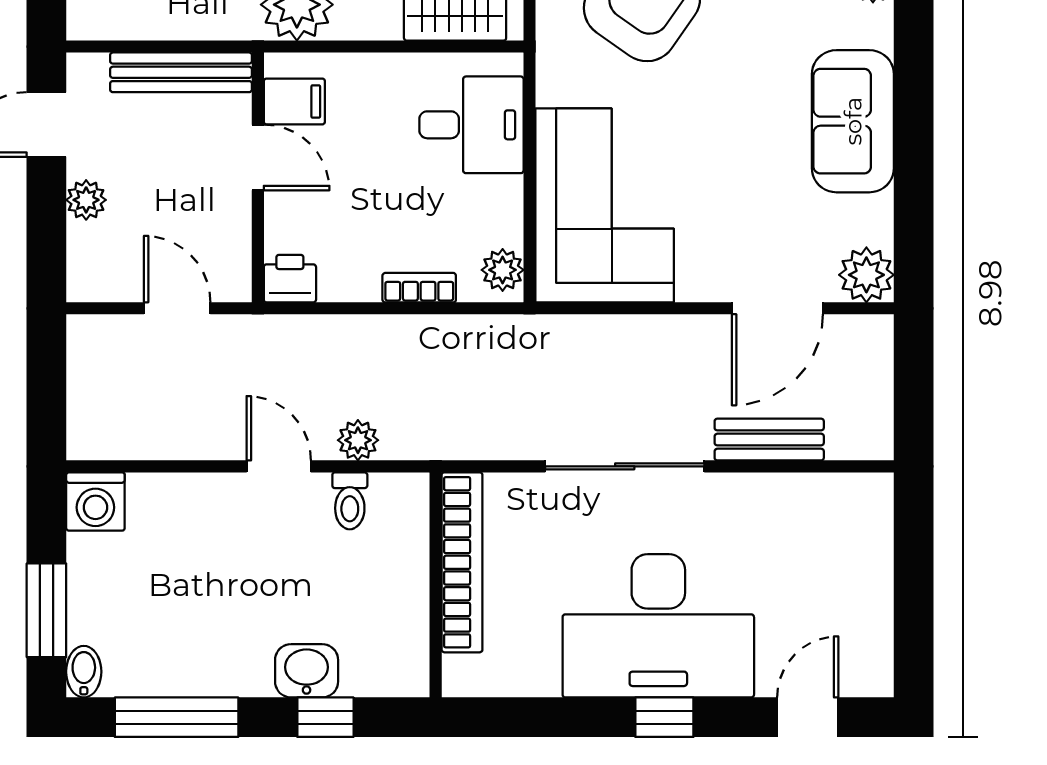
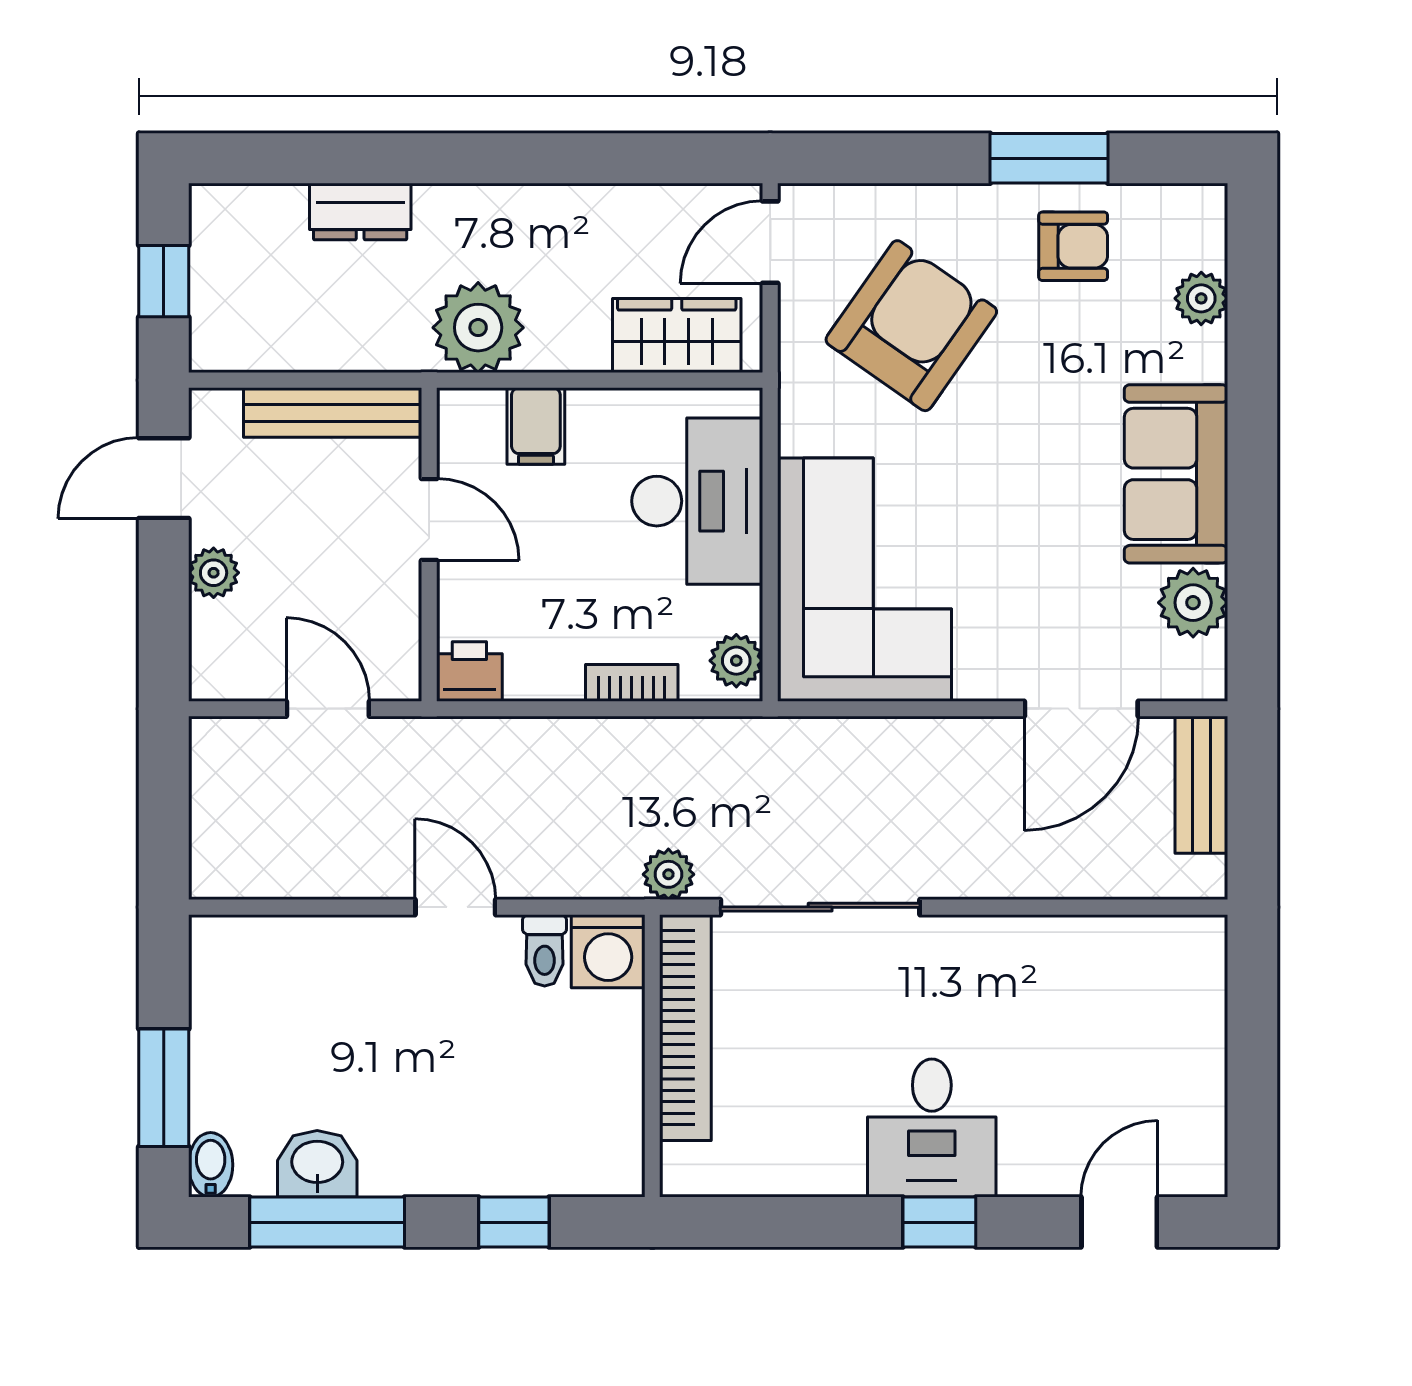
filing cabinet: (294, 101) -> (536, 426), moved, turned 90
desk: (471, 125) -> (697, 501), width x1.37
plant: (866, 275) -> (1193, 603), moved
plant: (358, 440) -> (668, 874), moved
bench: (769, 440) -> (1201, 785), moved, turned 90
sliding door: (625, 466) -> (820, 907), moved
washing machine: (95, 502) -> (608, 951), moved
desk: (658, 626) -> (932, 1128), width x0.53, depth x0.77
washbasin: (307, 671) -> (317, 1164), moved

